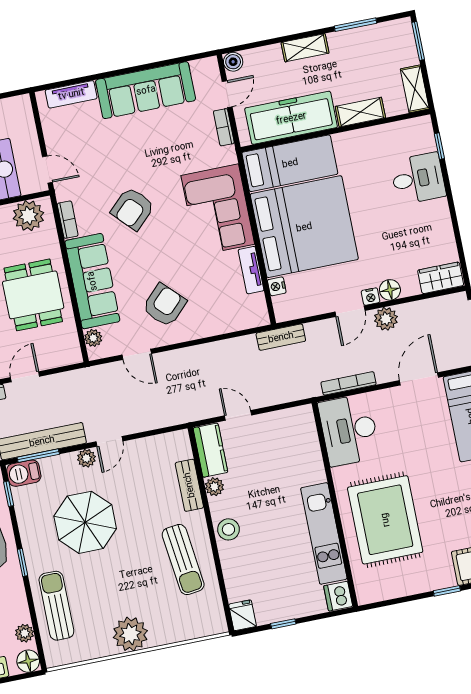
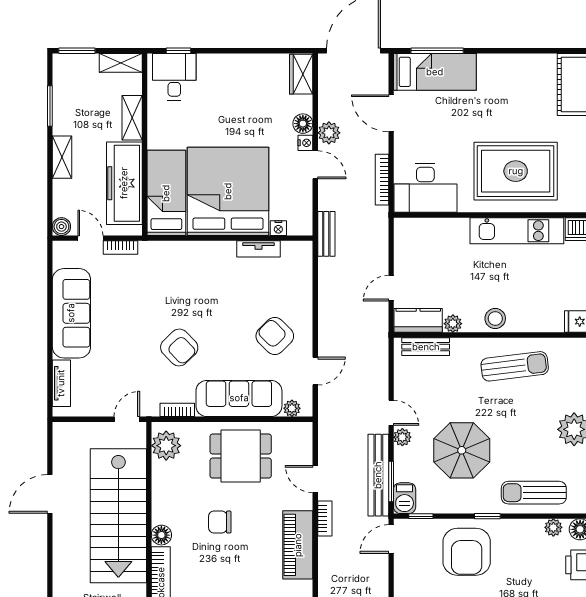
desk: (418, 179) -> (174, 77), moved
corner sofa: (218, 210) -> (196, 268), removed
bench: (189, 485) -> (426, 347), moved

